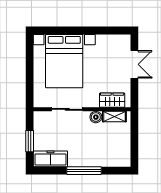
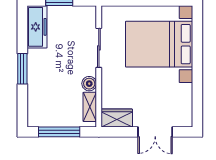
wardrobe: (112, 100) -> (117, 118), moved, turned -90
window: (134, 141) -> (59, 132), added
window: (84, 171) -> (22, 69), width x0.69

